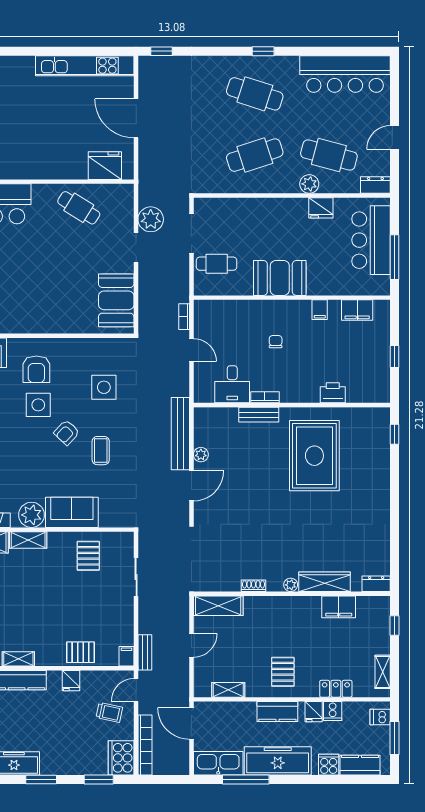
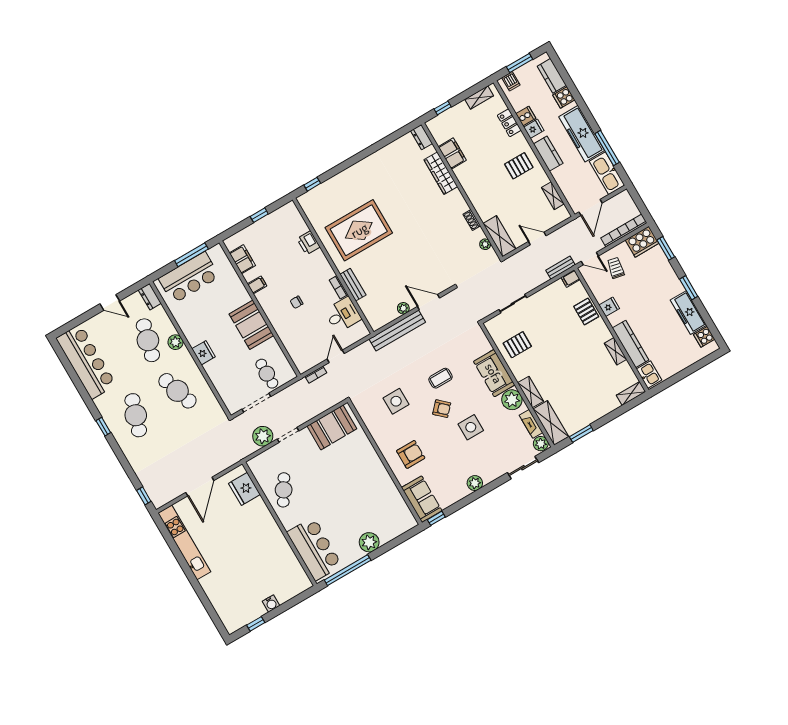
fridge: (321, 208) -> (204, 353), moved
side table: (38, 405) -> (471, 427), moved
plant: (291, 585) -> (485, 244), moved

